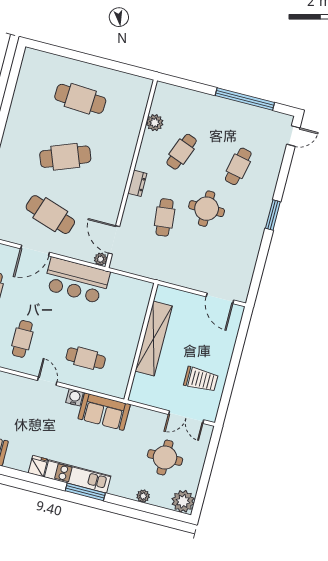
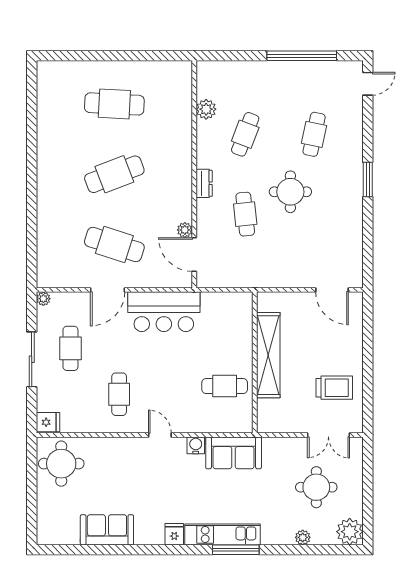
plant: (101, 259) -> (185, 230), moved
cafe table: (86, 358) -> (225, 386), moved

